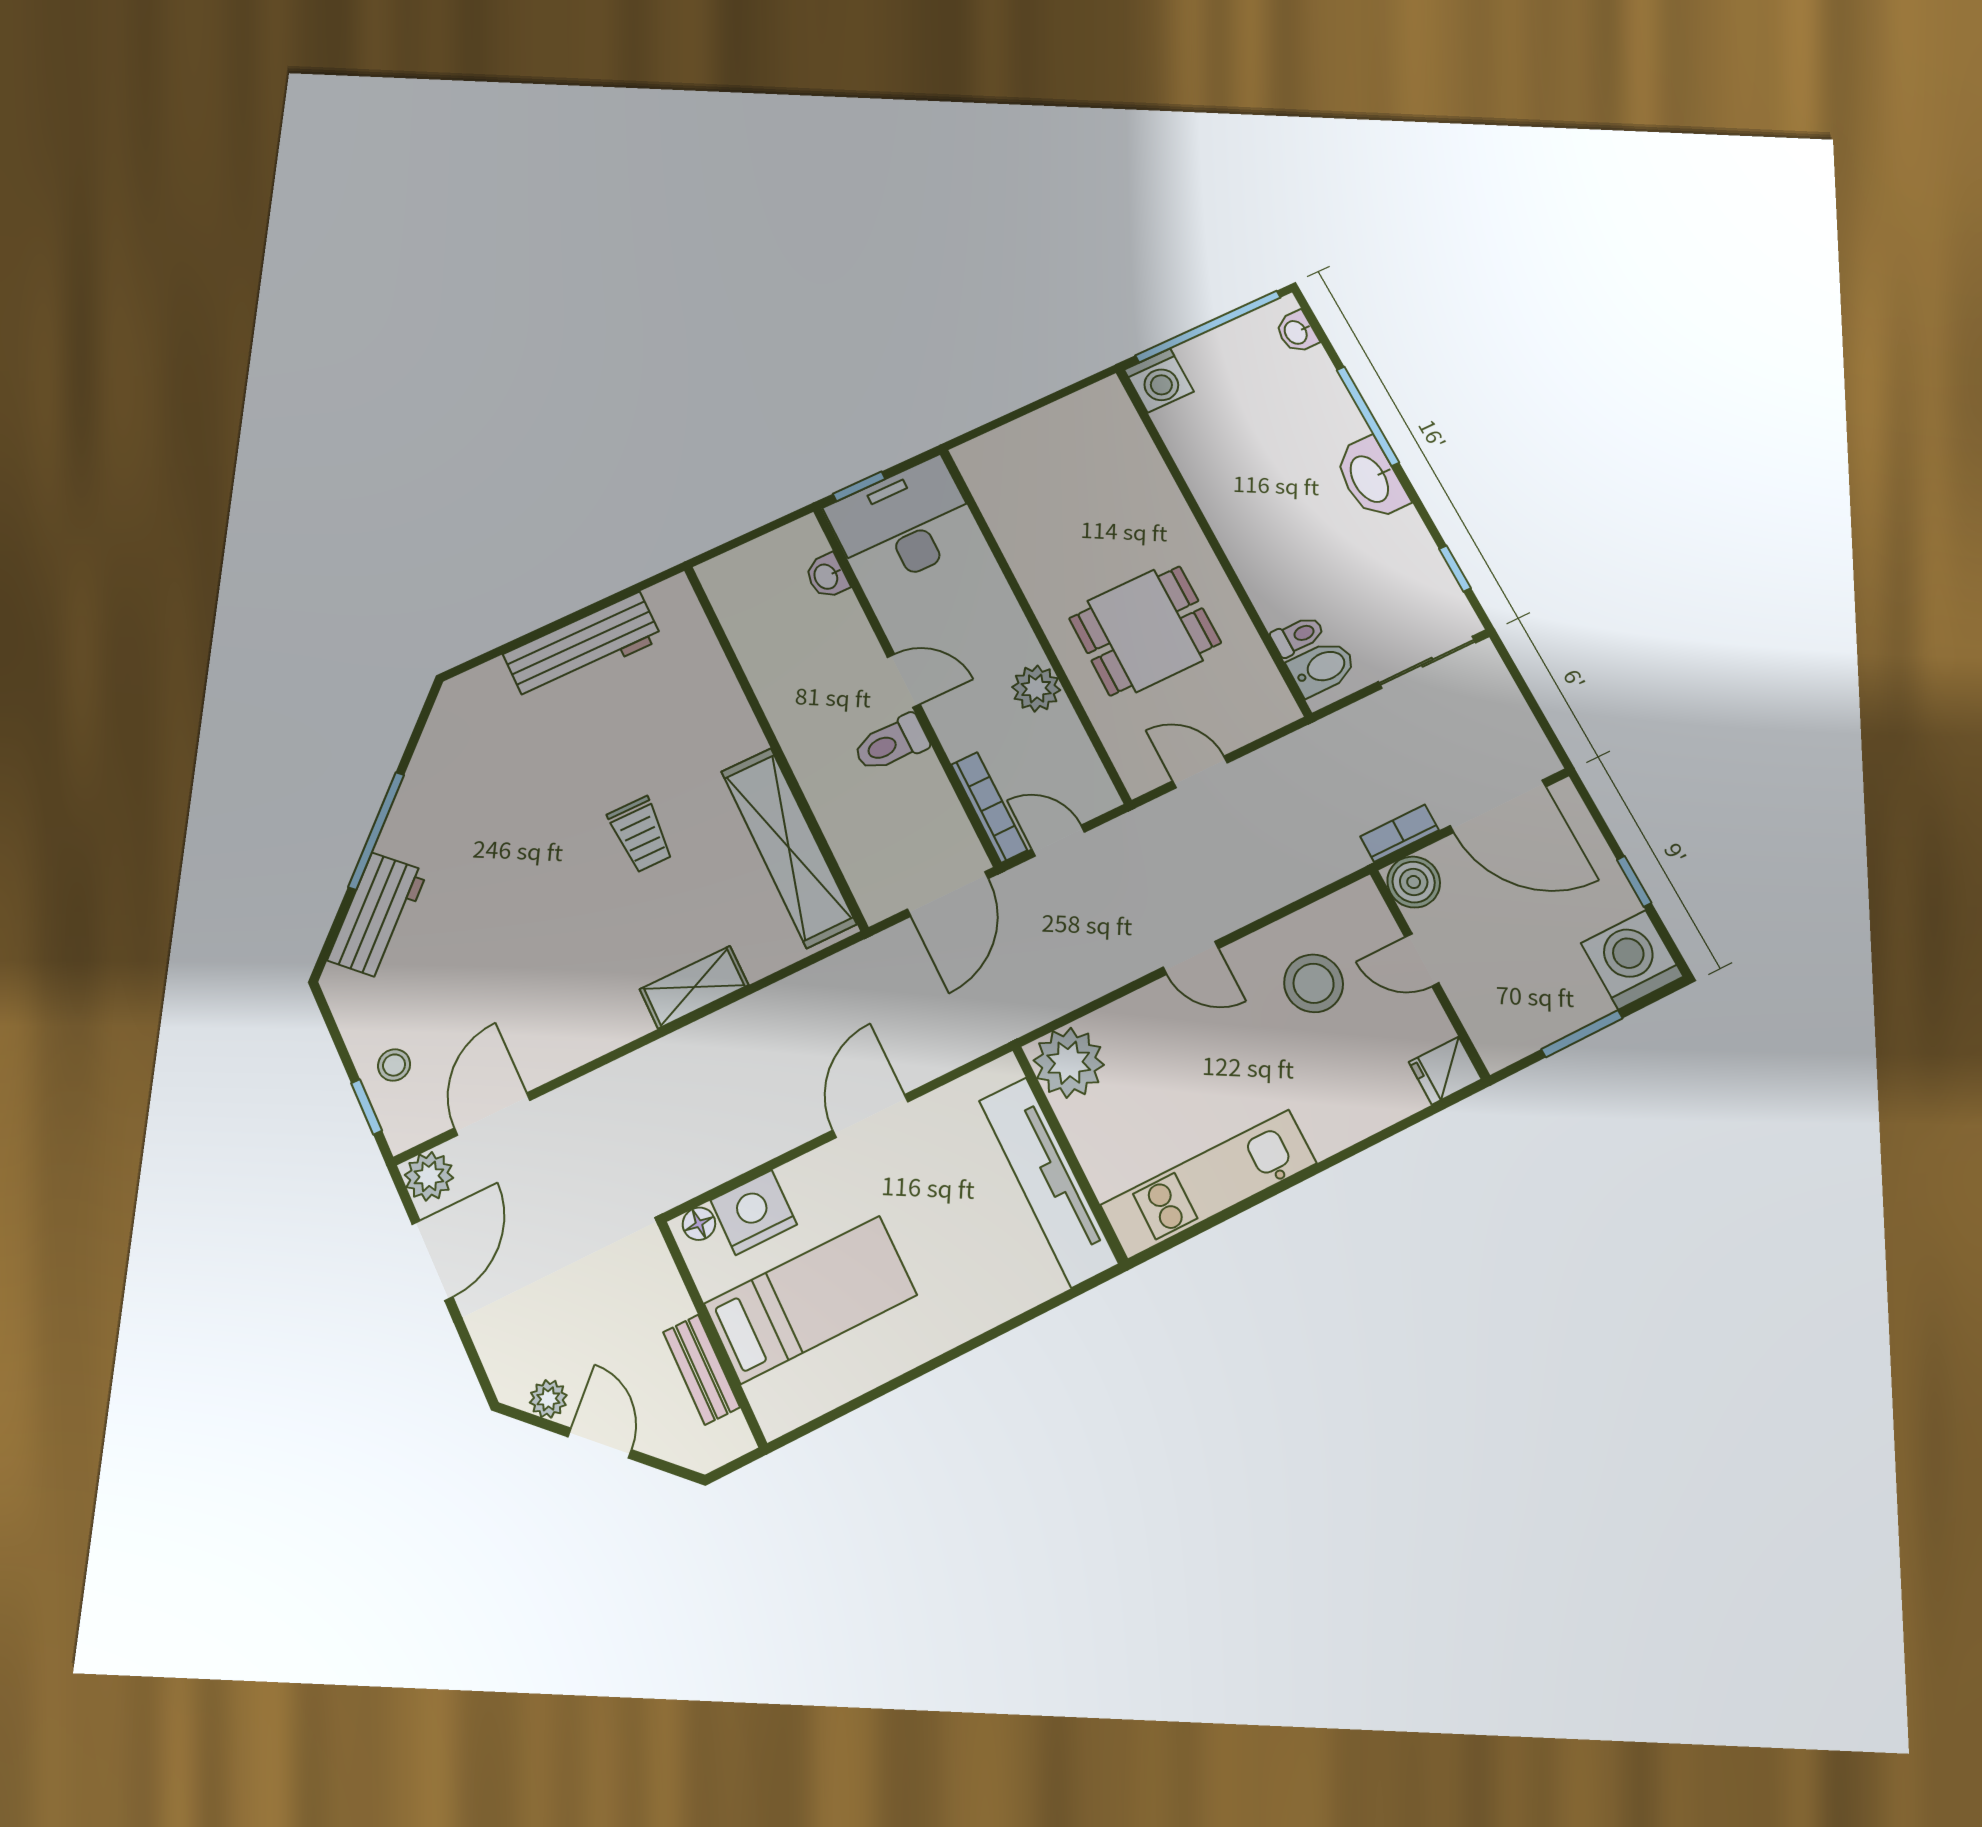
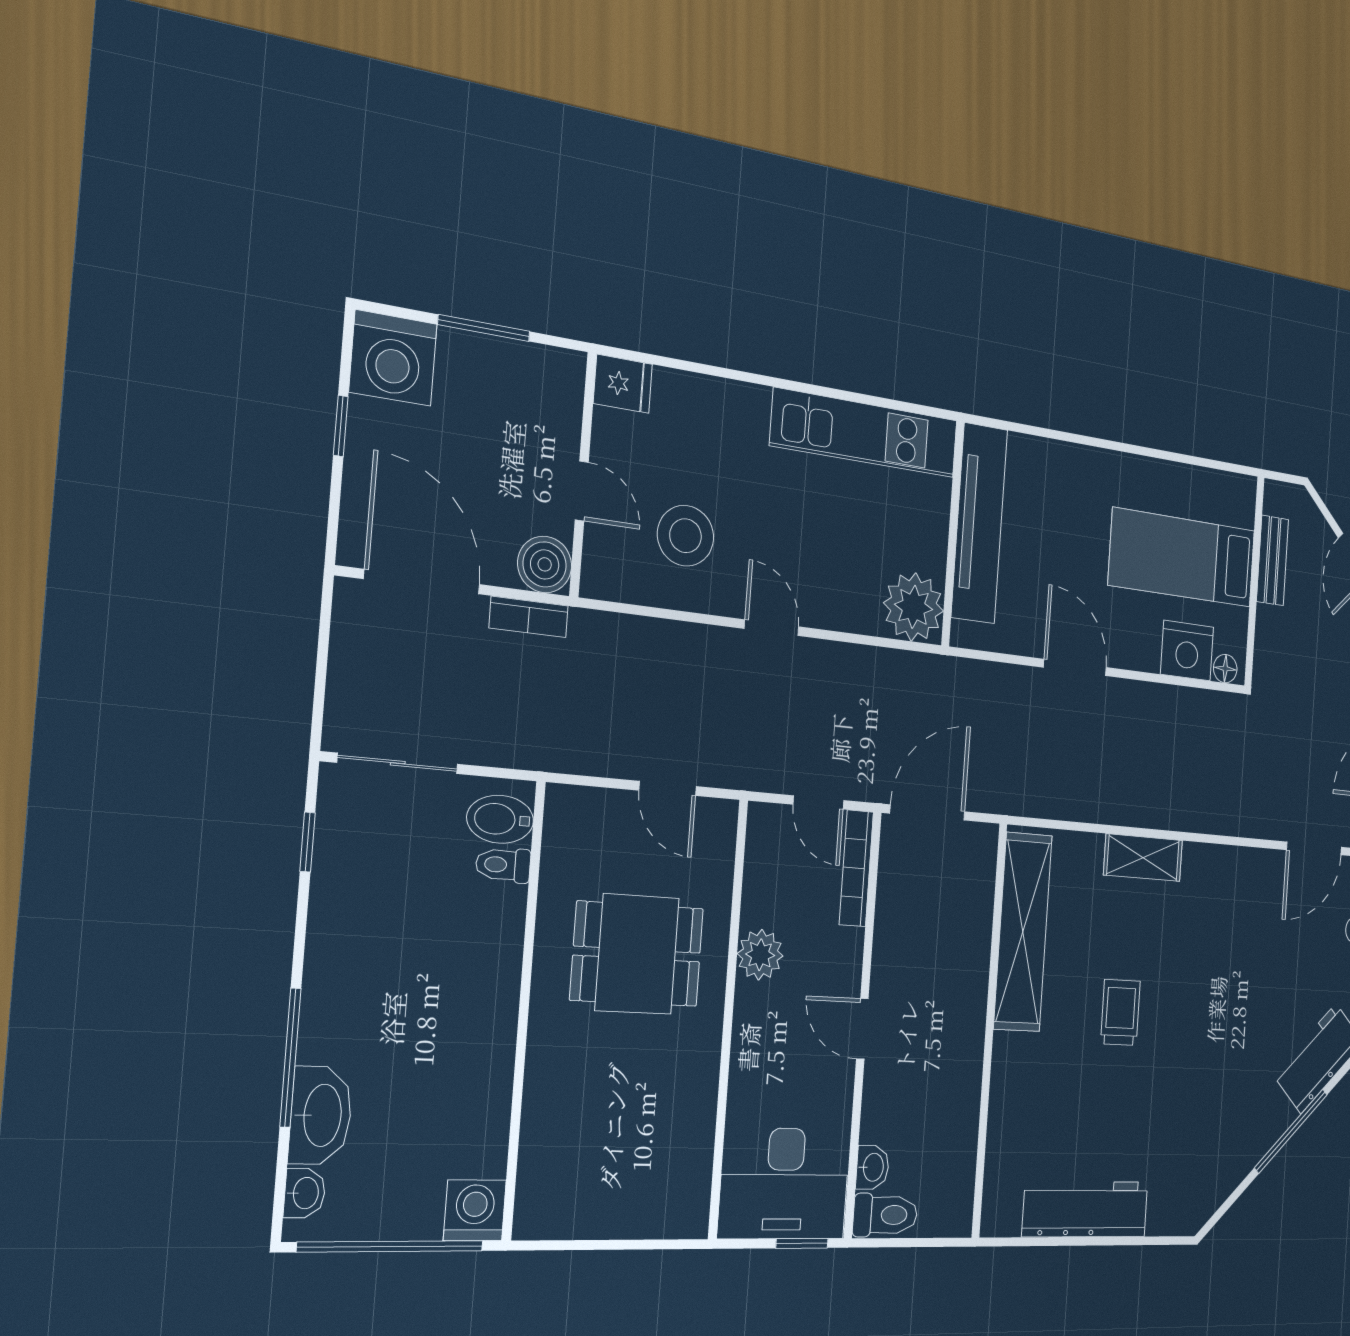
washbasin: (1371, 478) -> (321, 1115), moved
toilet: (891, 744) -> (885, 1215), moved
door: (870, 1116) -> (1075, 667), swing flipped

